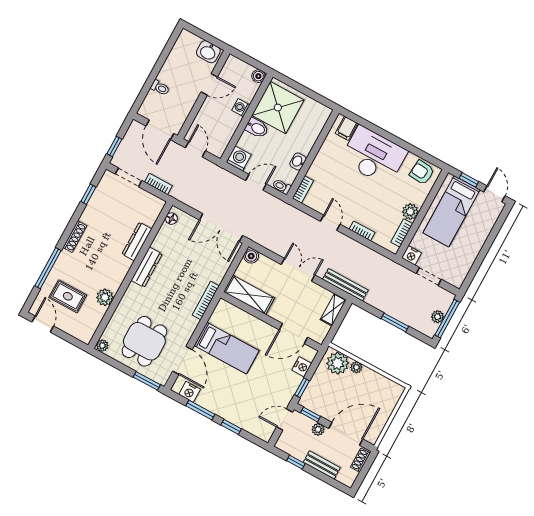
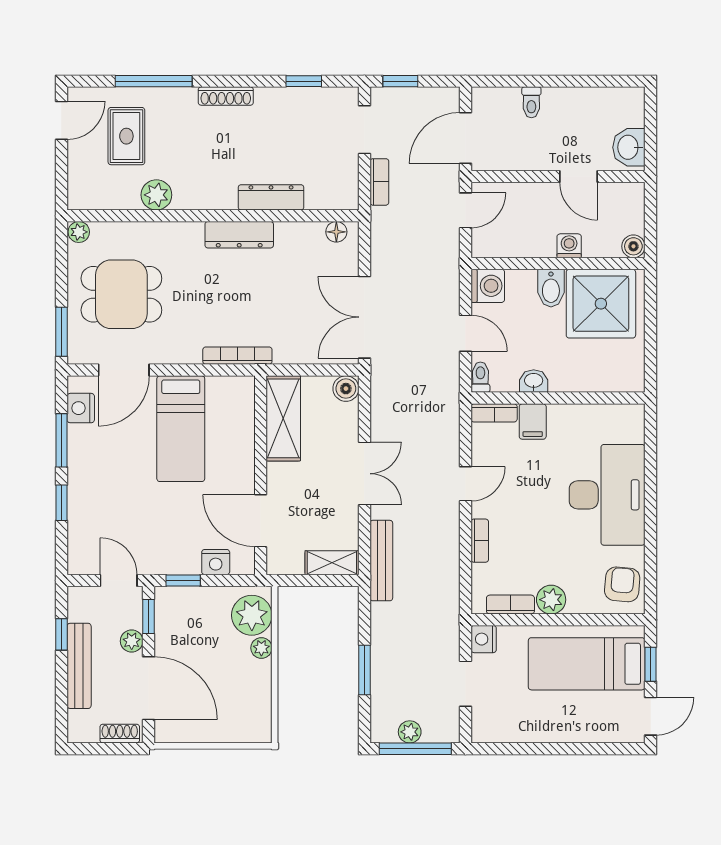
filing cabinet: (347, 128) -> (533, 422), moved, turned -90
bench: (322, 465) -> (79, 666), width x1.36

